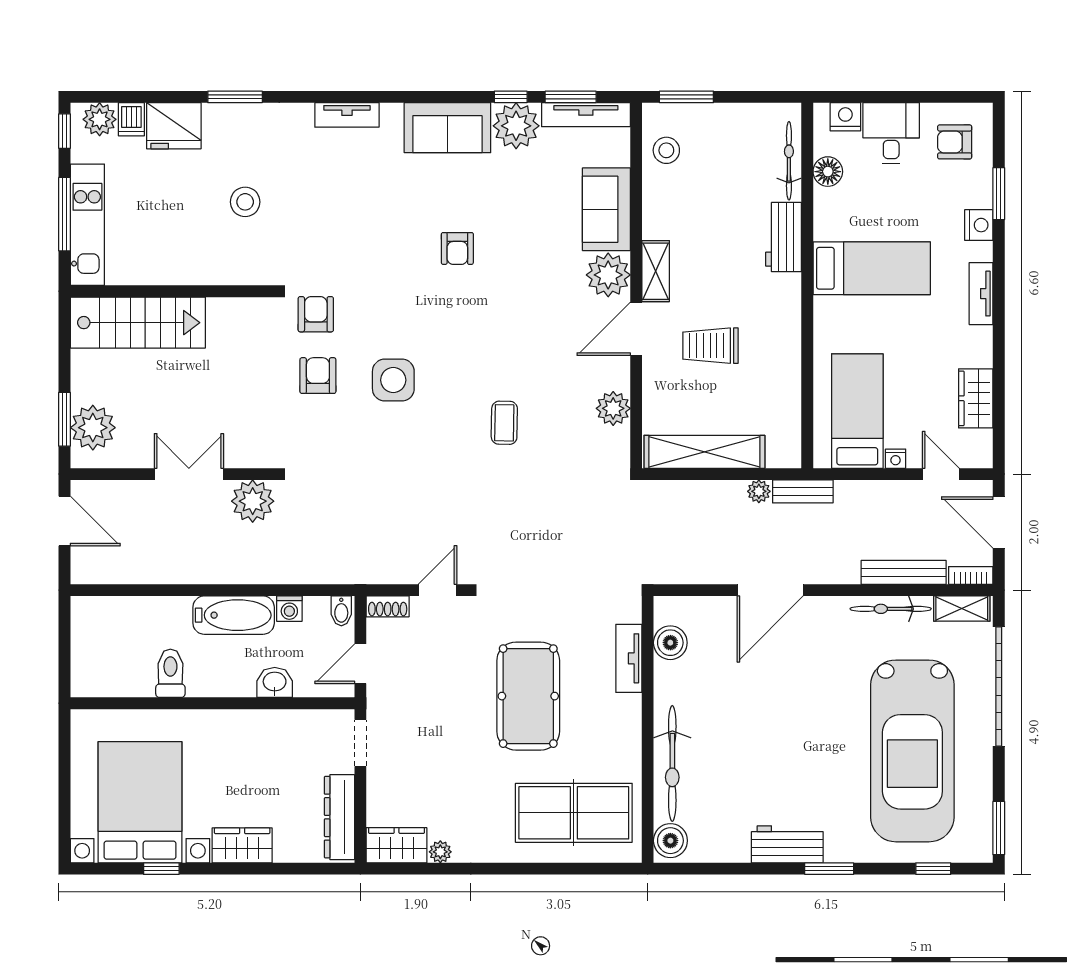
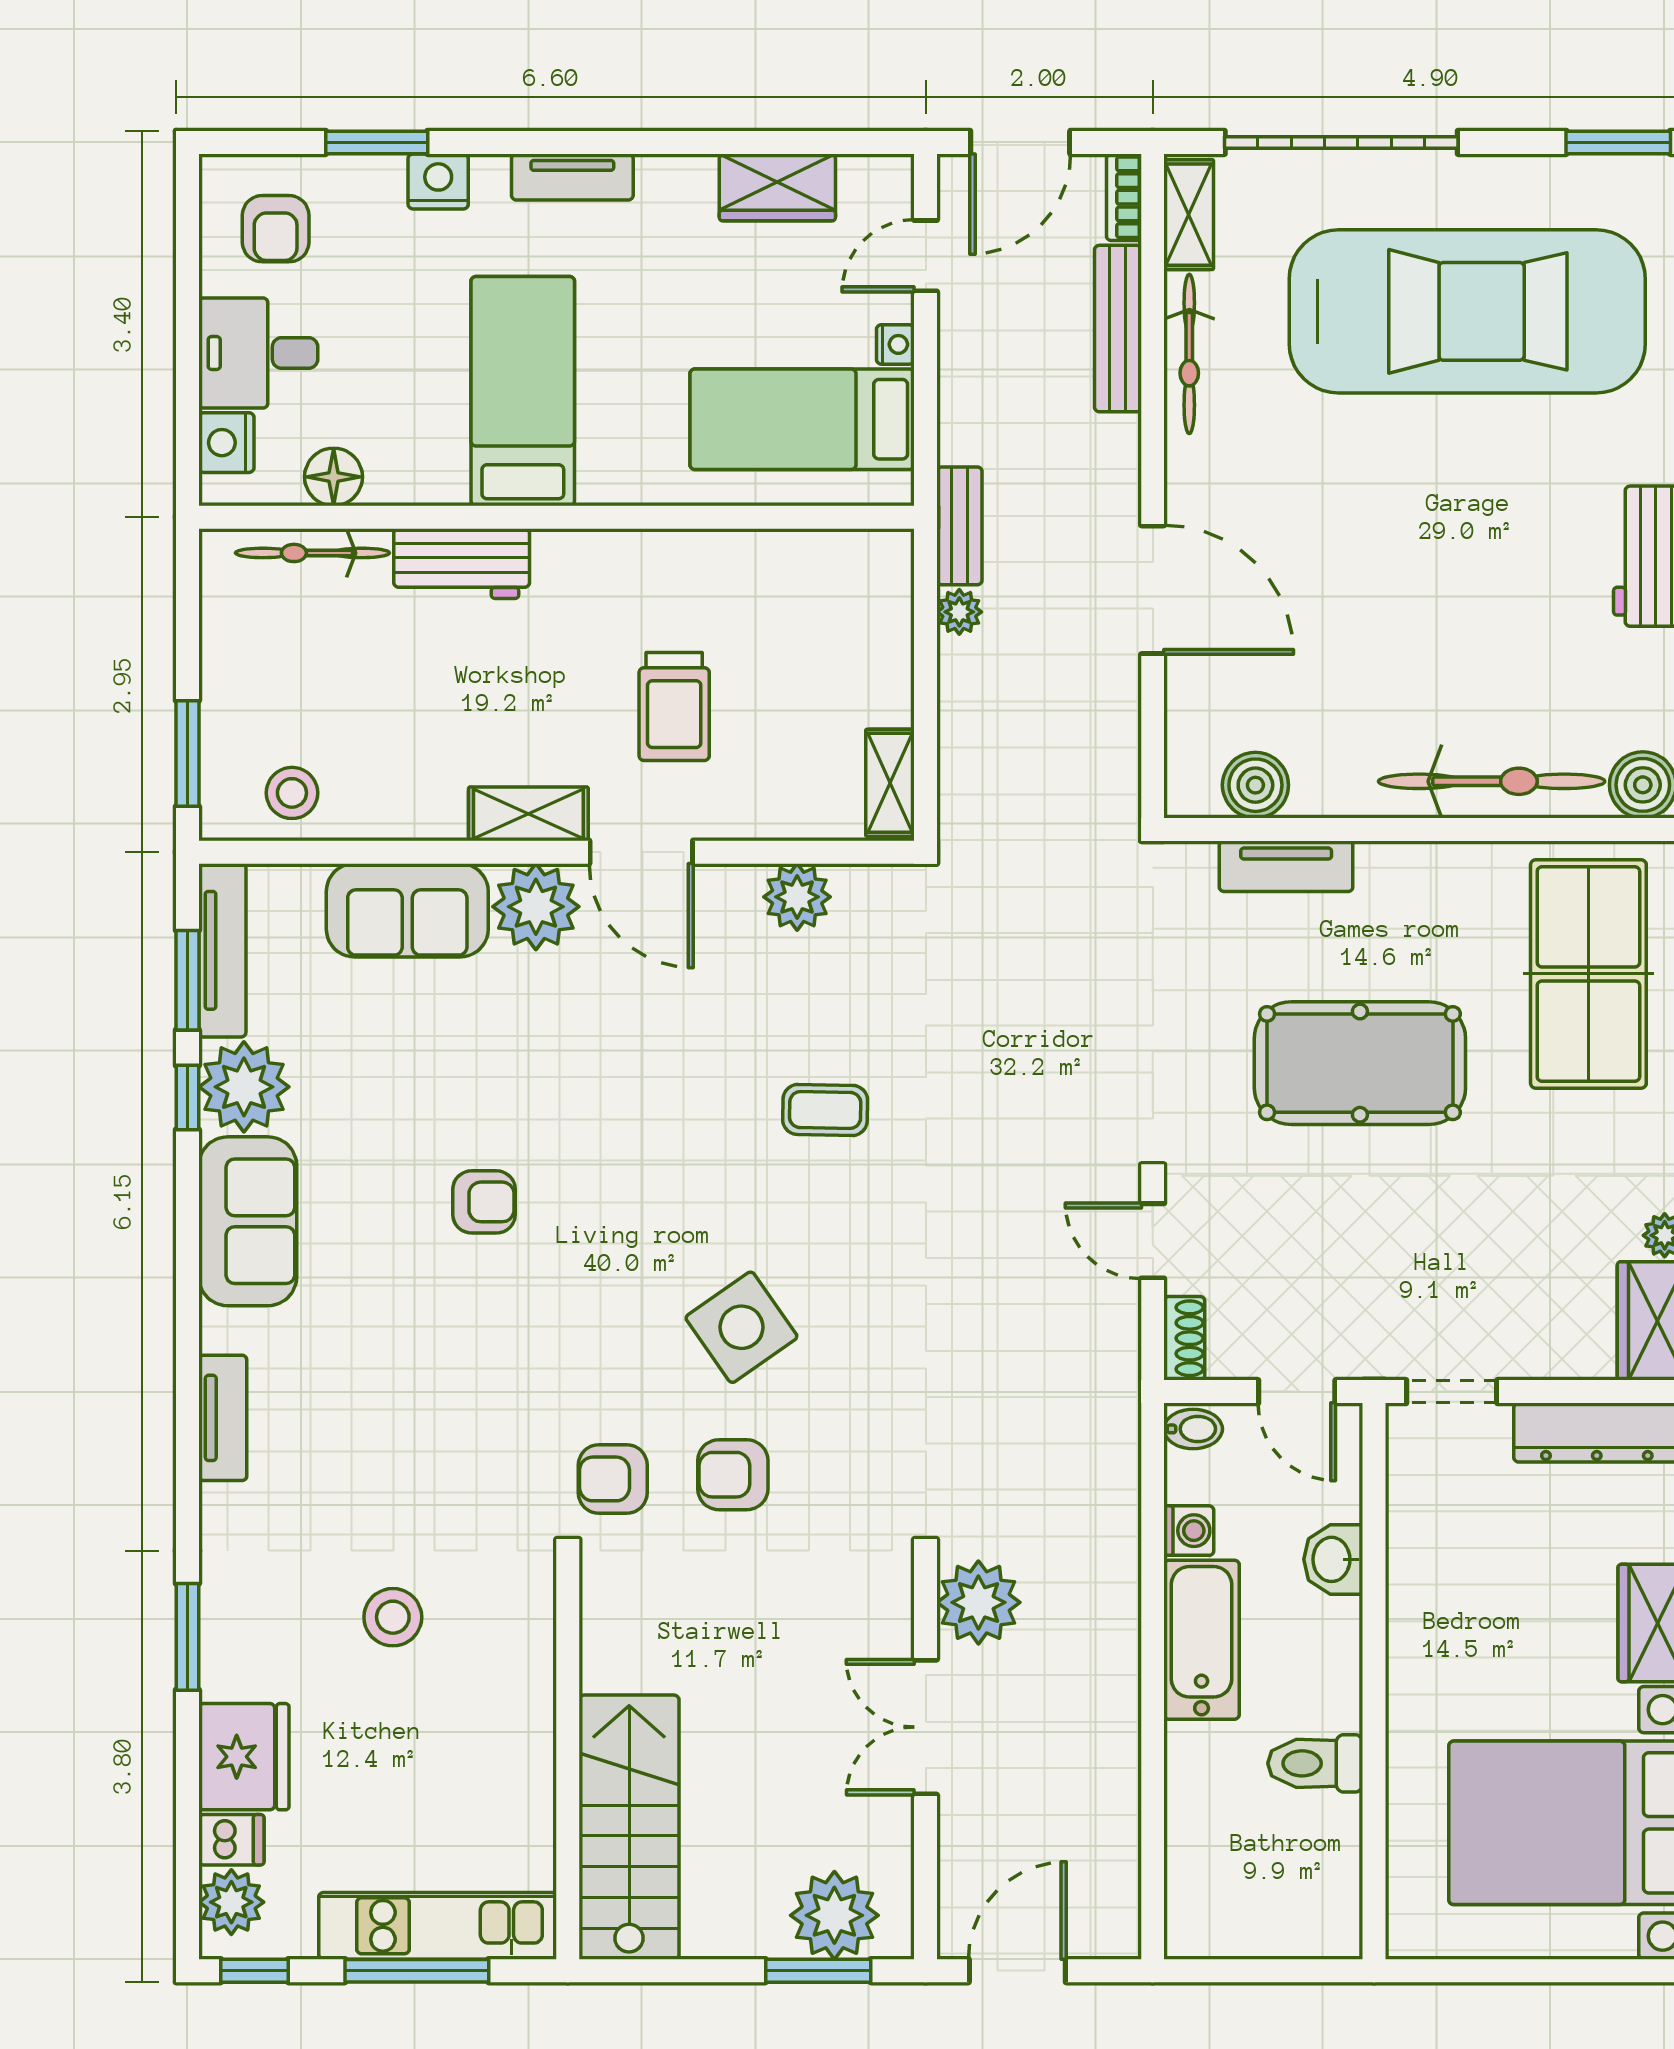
side table: (393, 380) -> (741, 1327), turned -35
shelving: (704, 452) -> (890, 783), width x0.45, depth x0.75

